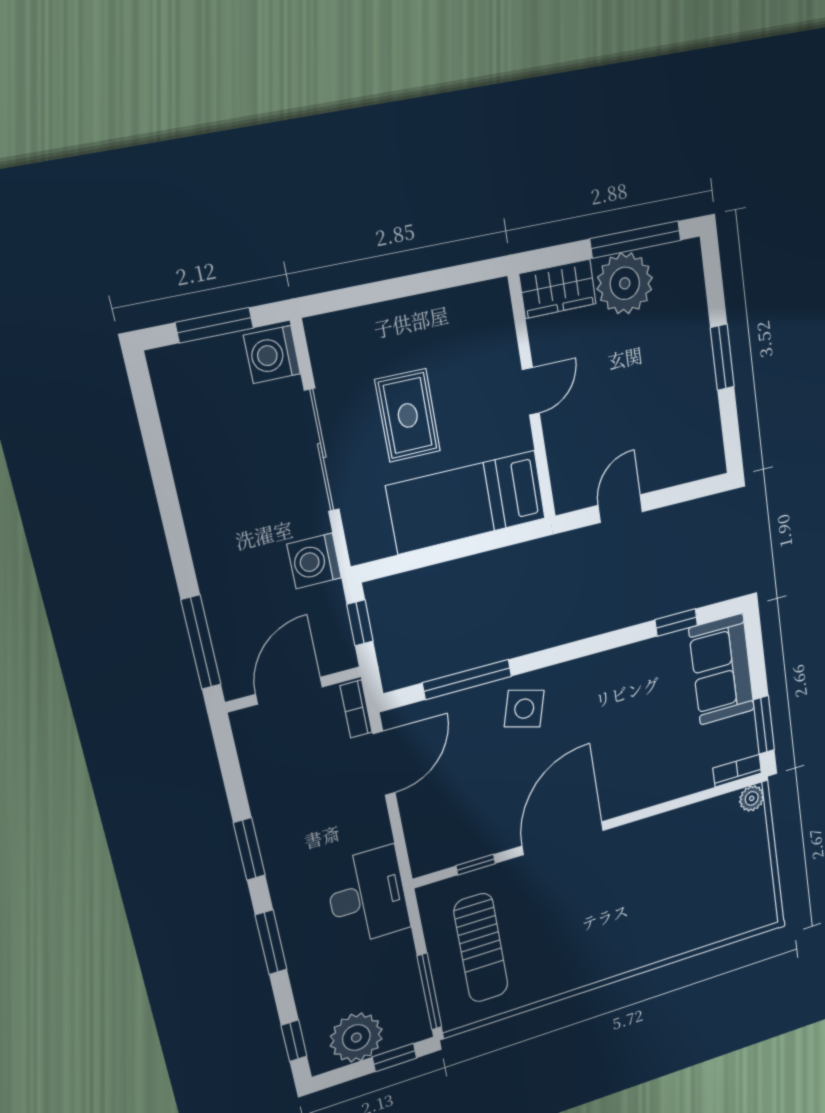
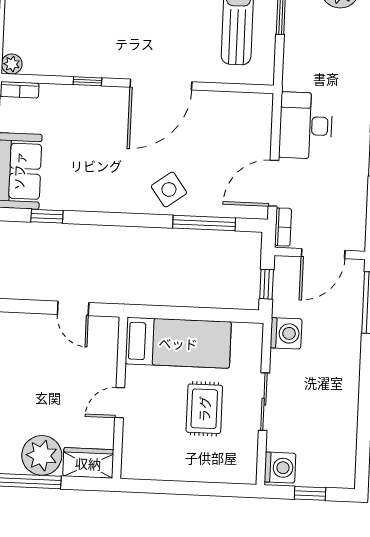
window: (214, 325) -> (310, 493), width x0.67
sliding door: (322, 450) -> (264, 402), width x0.73
door: (620, 509) -> (73, 308), hinge flipped
side table: (524, 709) -> (169, 190), turned 38
window: (476, 865) -> (87, 81), moved
desk: (367, 896) -> (306, 126), moved

